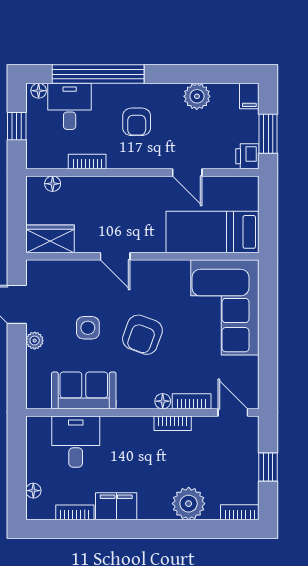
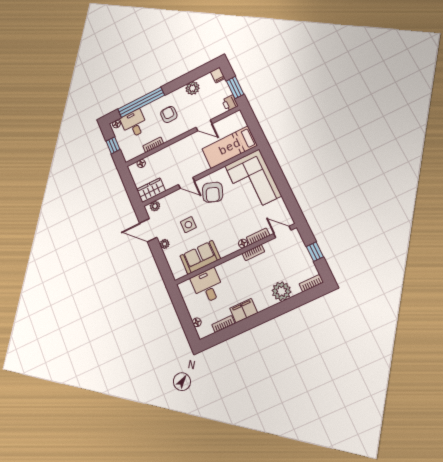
armchair: (137, 122) -> (169, 114), turned 180
plant: (45, 269) -> (155, 206), added
armchair: (142, 335) -> (213, 192), moved

